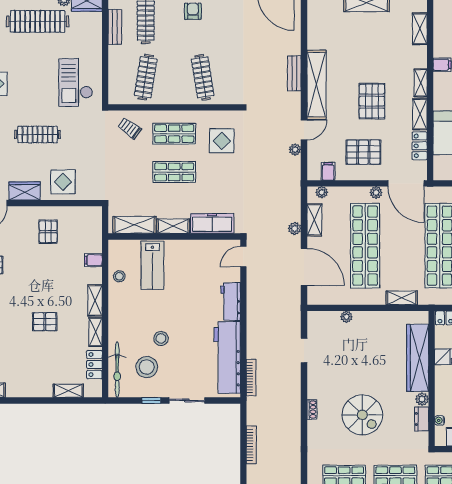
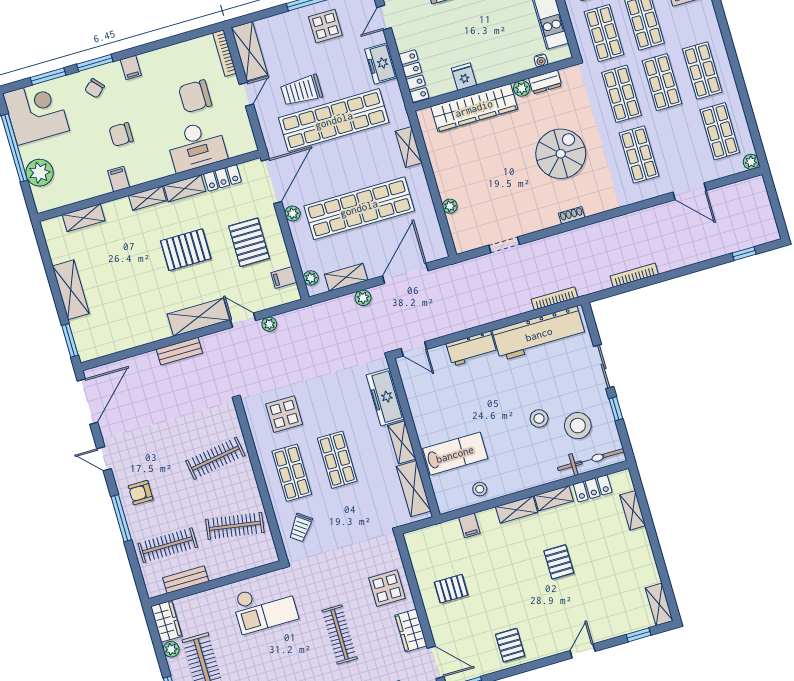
shelving: (317, 85) -> (198, 317), width x0.68

